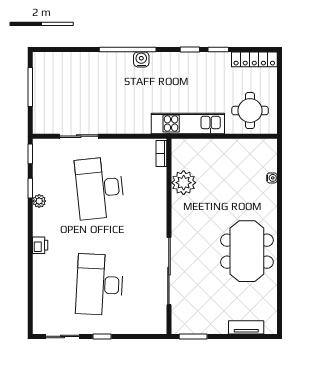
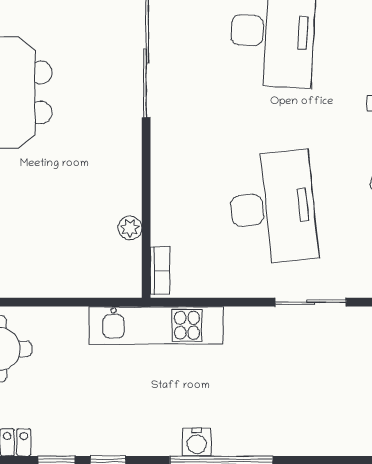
kitchen unit: (188, 123) -> (156, 325), moved
plant: (184, 183) -> (130, 228), width x0.53, depth x0.53

